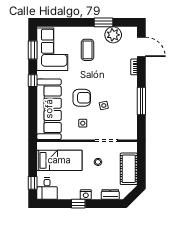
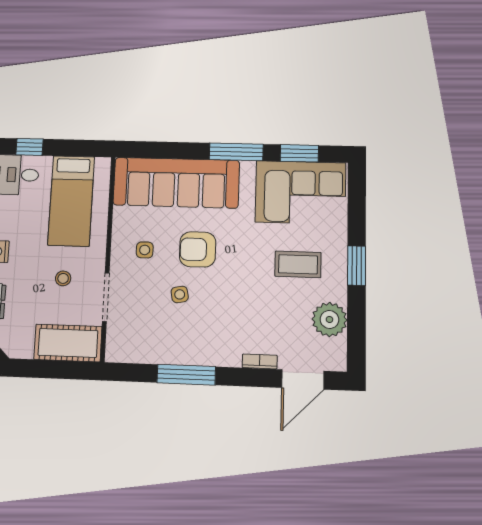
window: (103, 22) -> (357, 266), moved
window: (33, 81) -> (236, 152), width x2.17
armchair: (82, 98) -> (198, 249), turned 90
cot: (129, 169) -> (68, 343), moved

